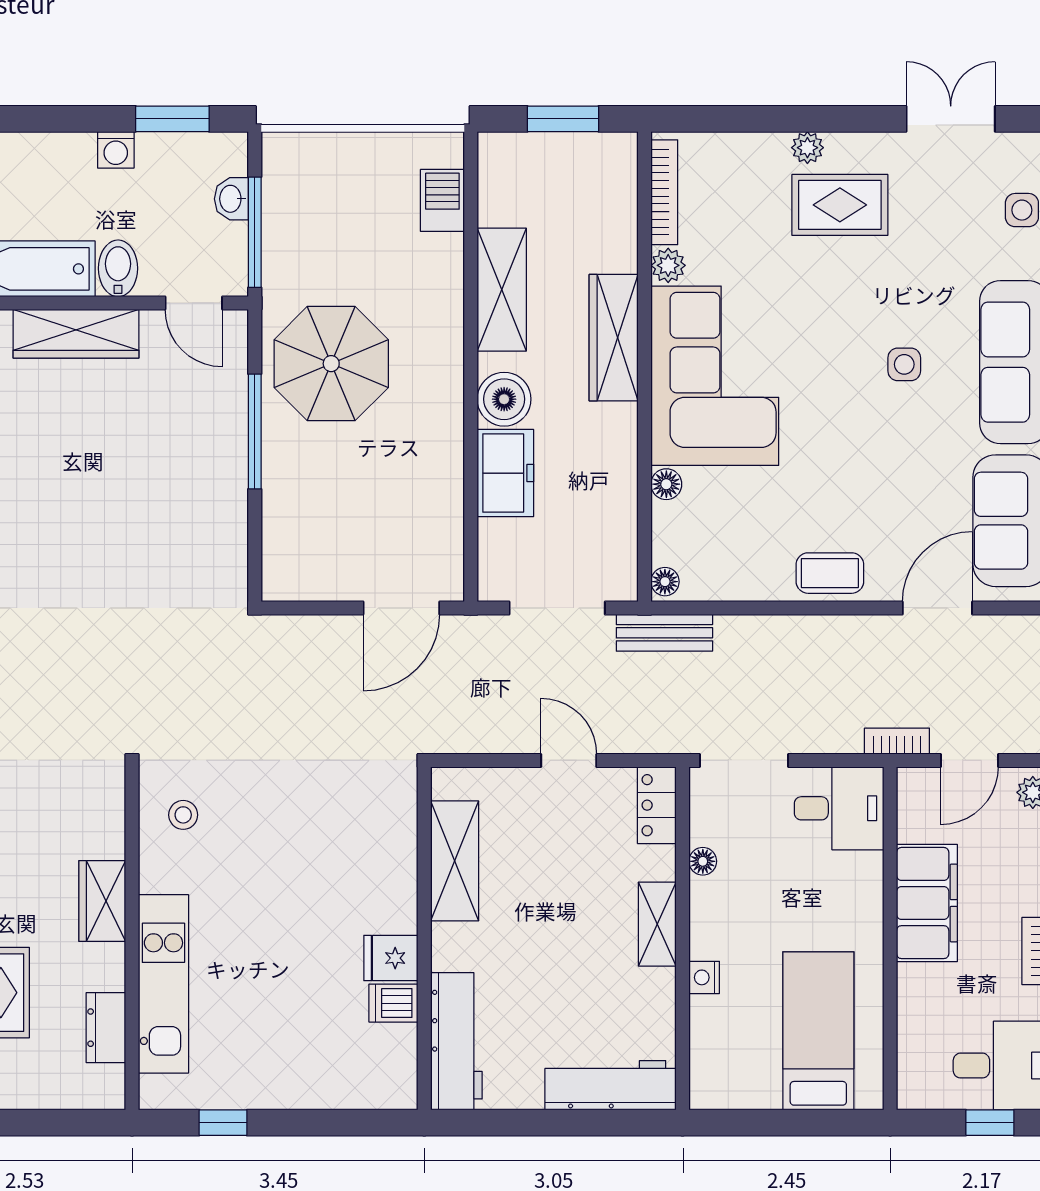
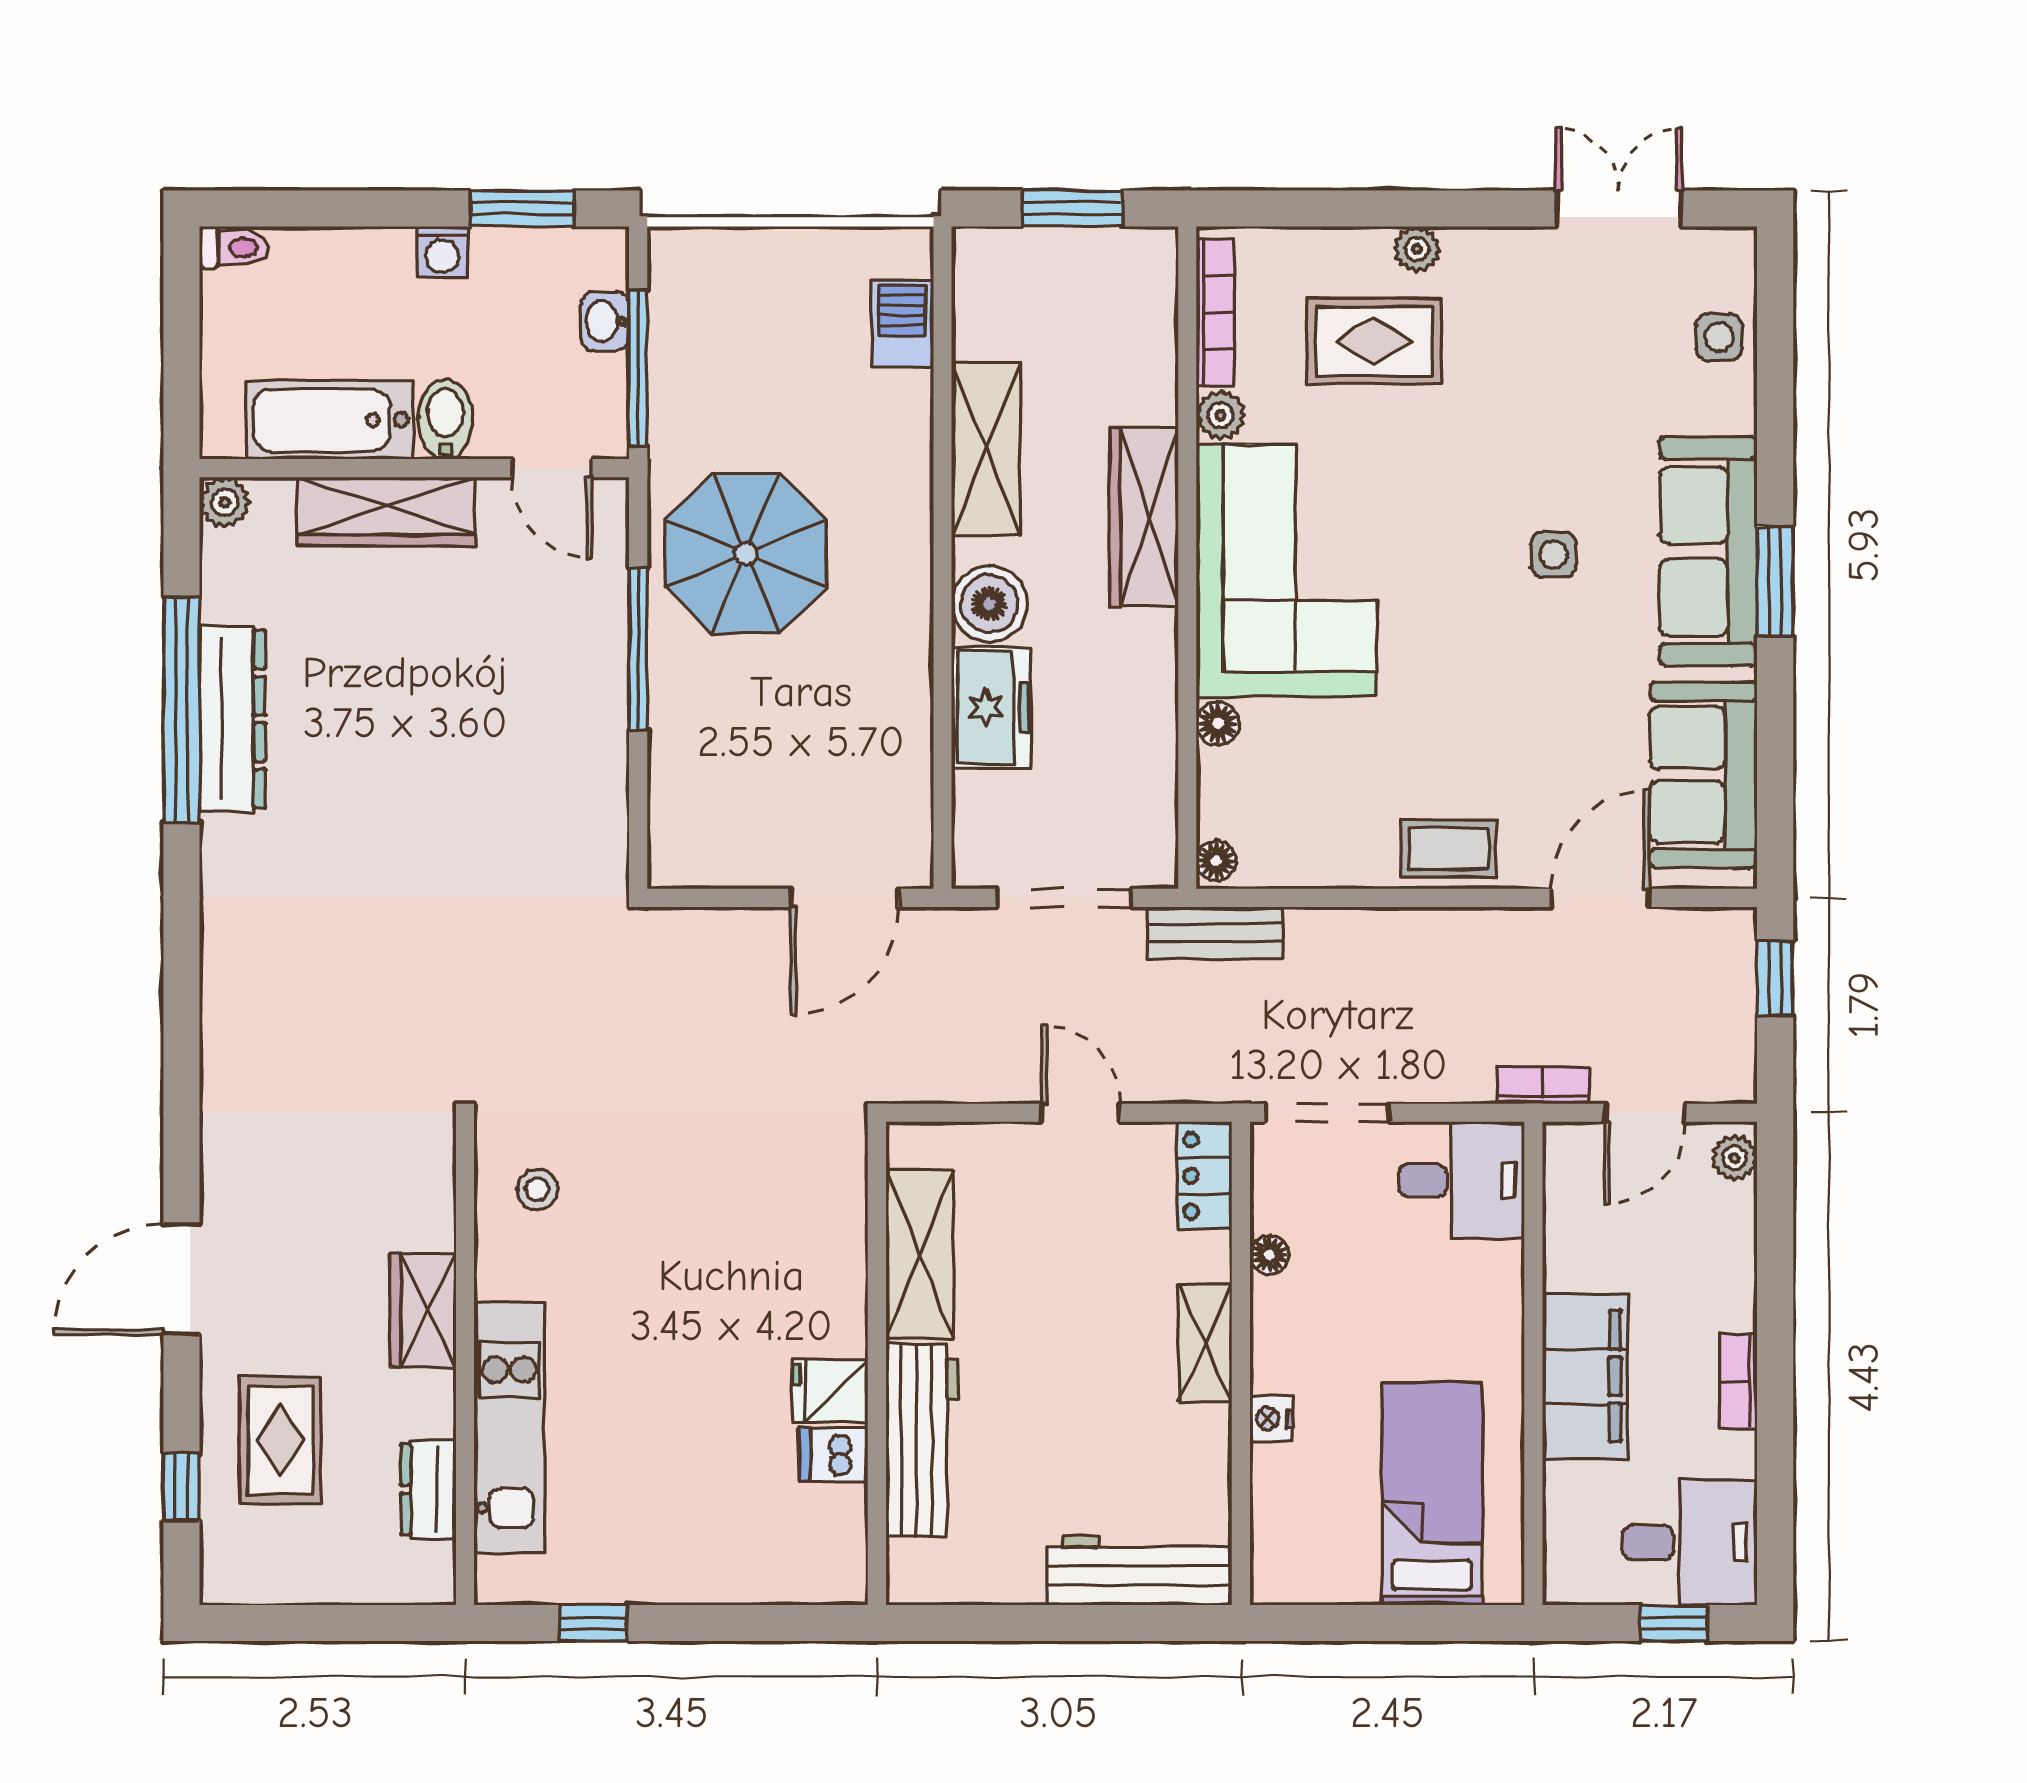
rug: (840, 205) -> (1374, 341), moved
filing cabinet: (927, 903) -> (1585, 1376), moved
workbench: (456, 1041) -> (922, 1440), moved

